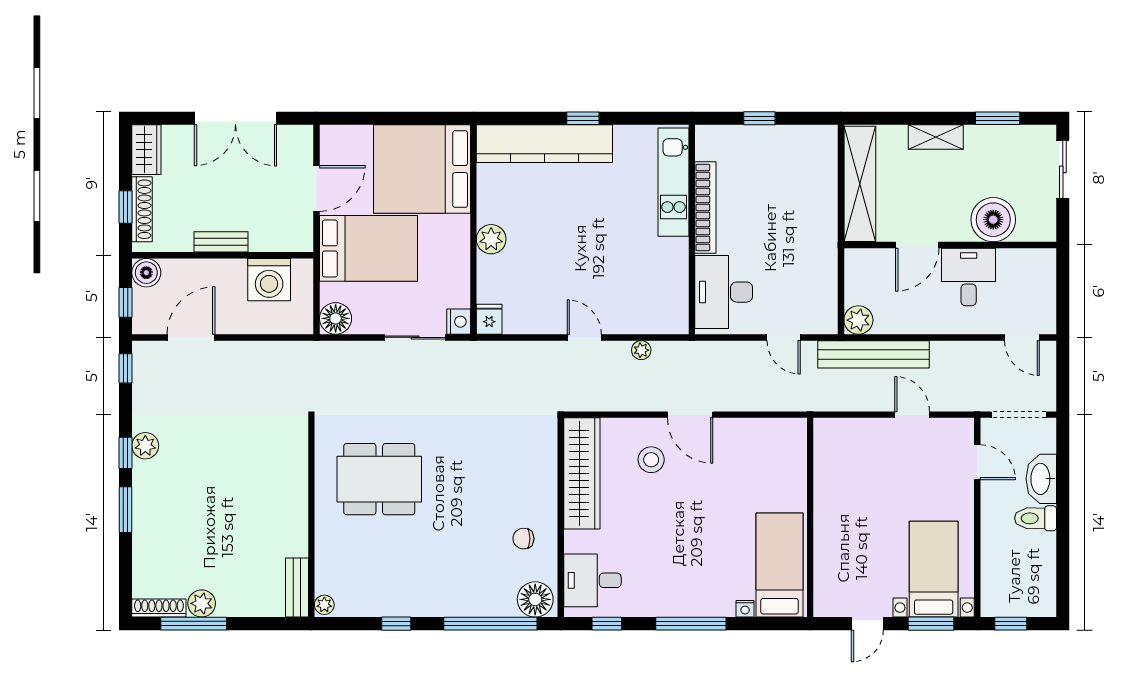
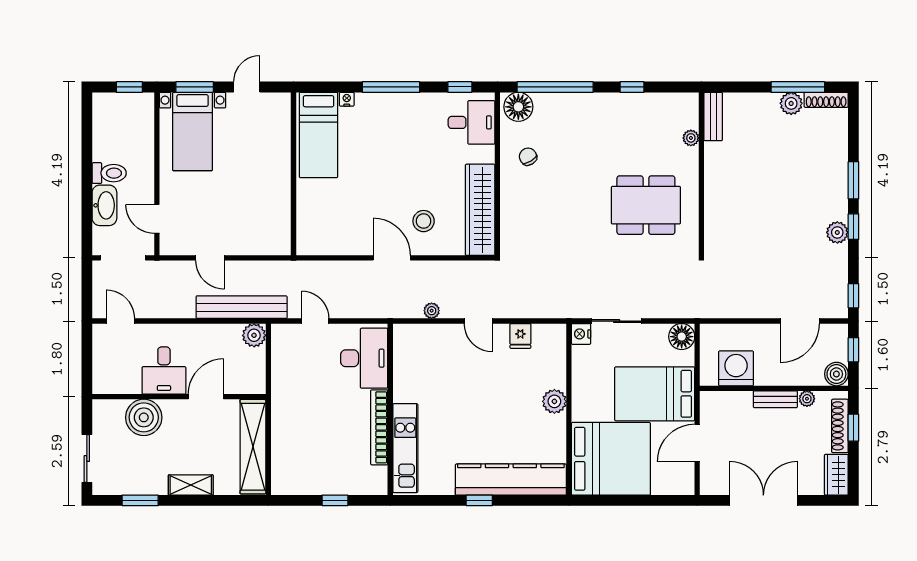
plant: (182, 242) -> (807, 399), added
fridge: (489, 319) -> (520, 336), moved
chair: (523, 539) -> (528, 157), turned -121
plant: (324, 605) -> (691, 138), moved

